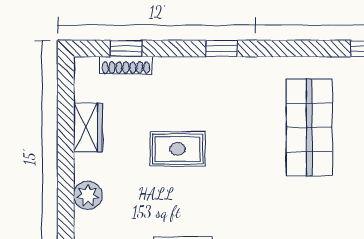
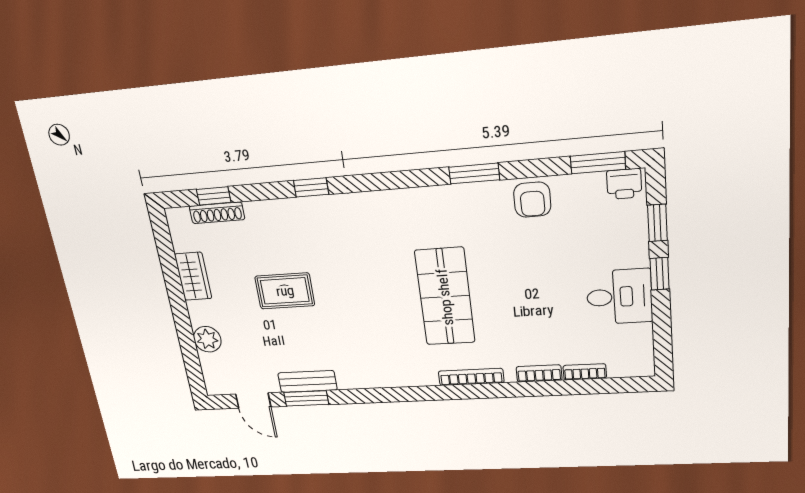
shop shelf: (309, 127) -> (445, 297), moved

